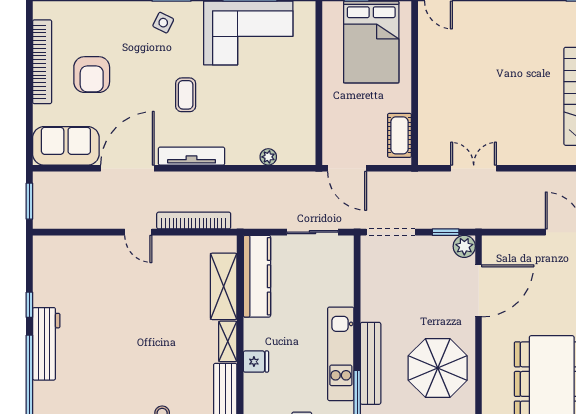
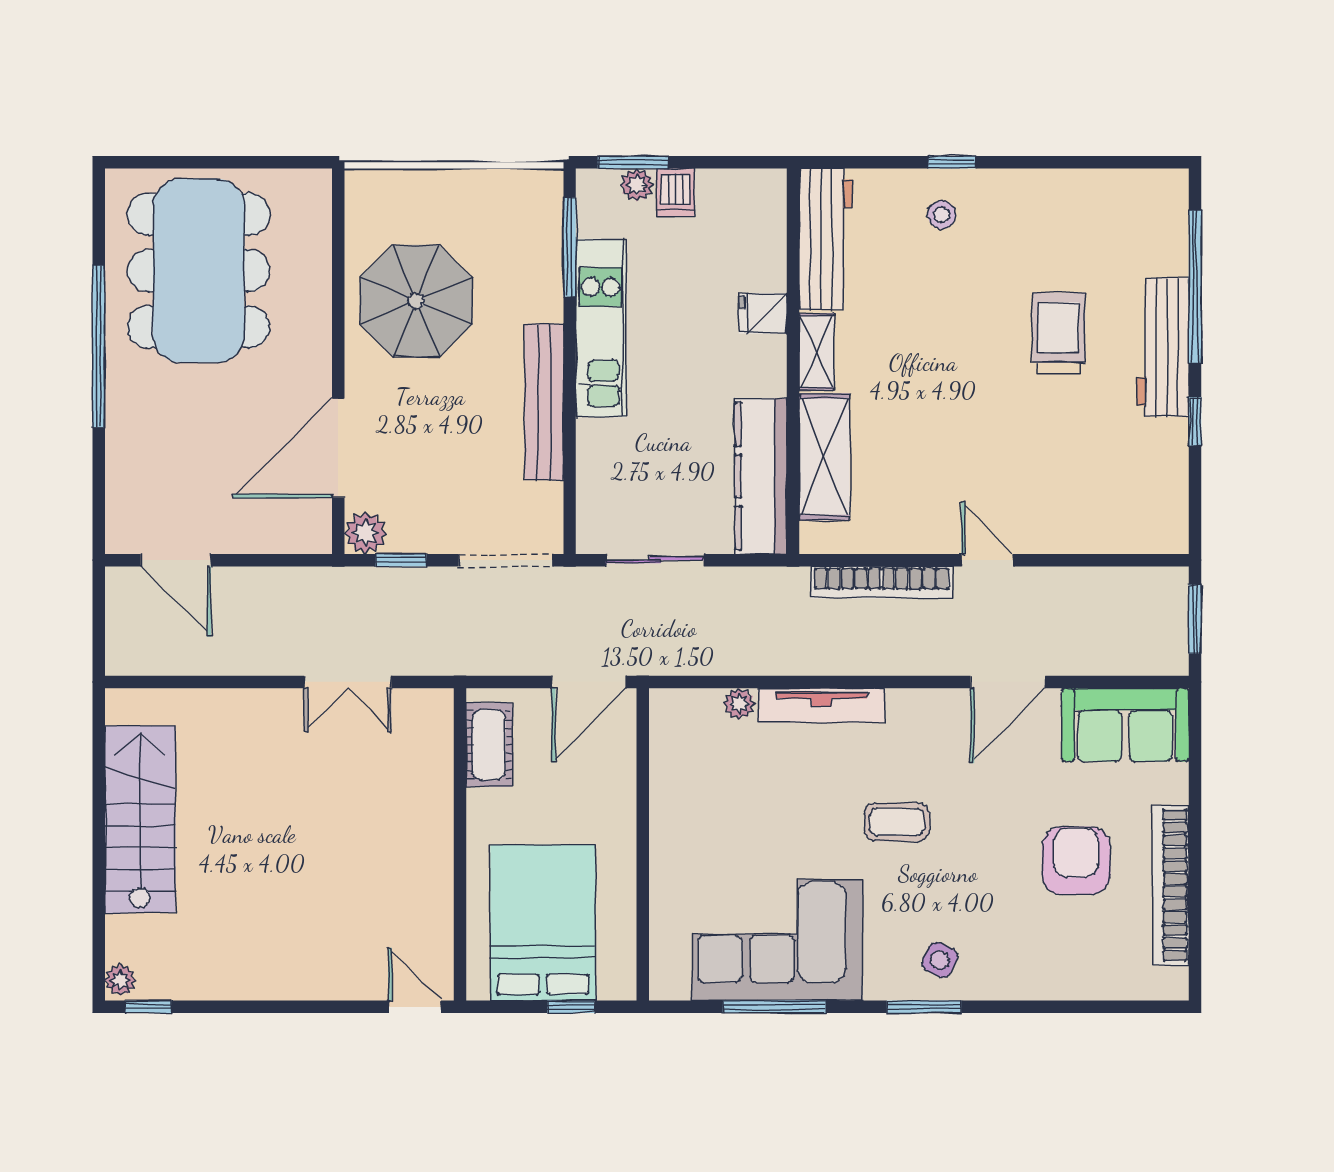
coffee table: (186, 95) -> (897, 822), turned 90
tv unit: (192, 156) -> (821, 705), moved
door: (127, 168) -> (1008, 682), width x0.73
door: (347, 168) -> (589, 682), swing flipped
trolley: (101, 351) -> (1059, 333), added
bench: (371, 363) -> (544, 402), moved

